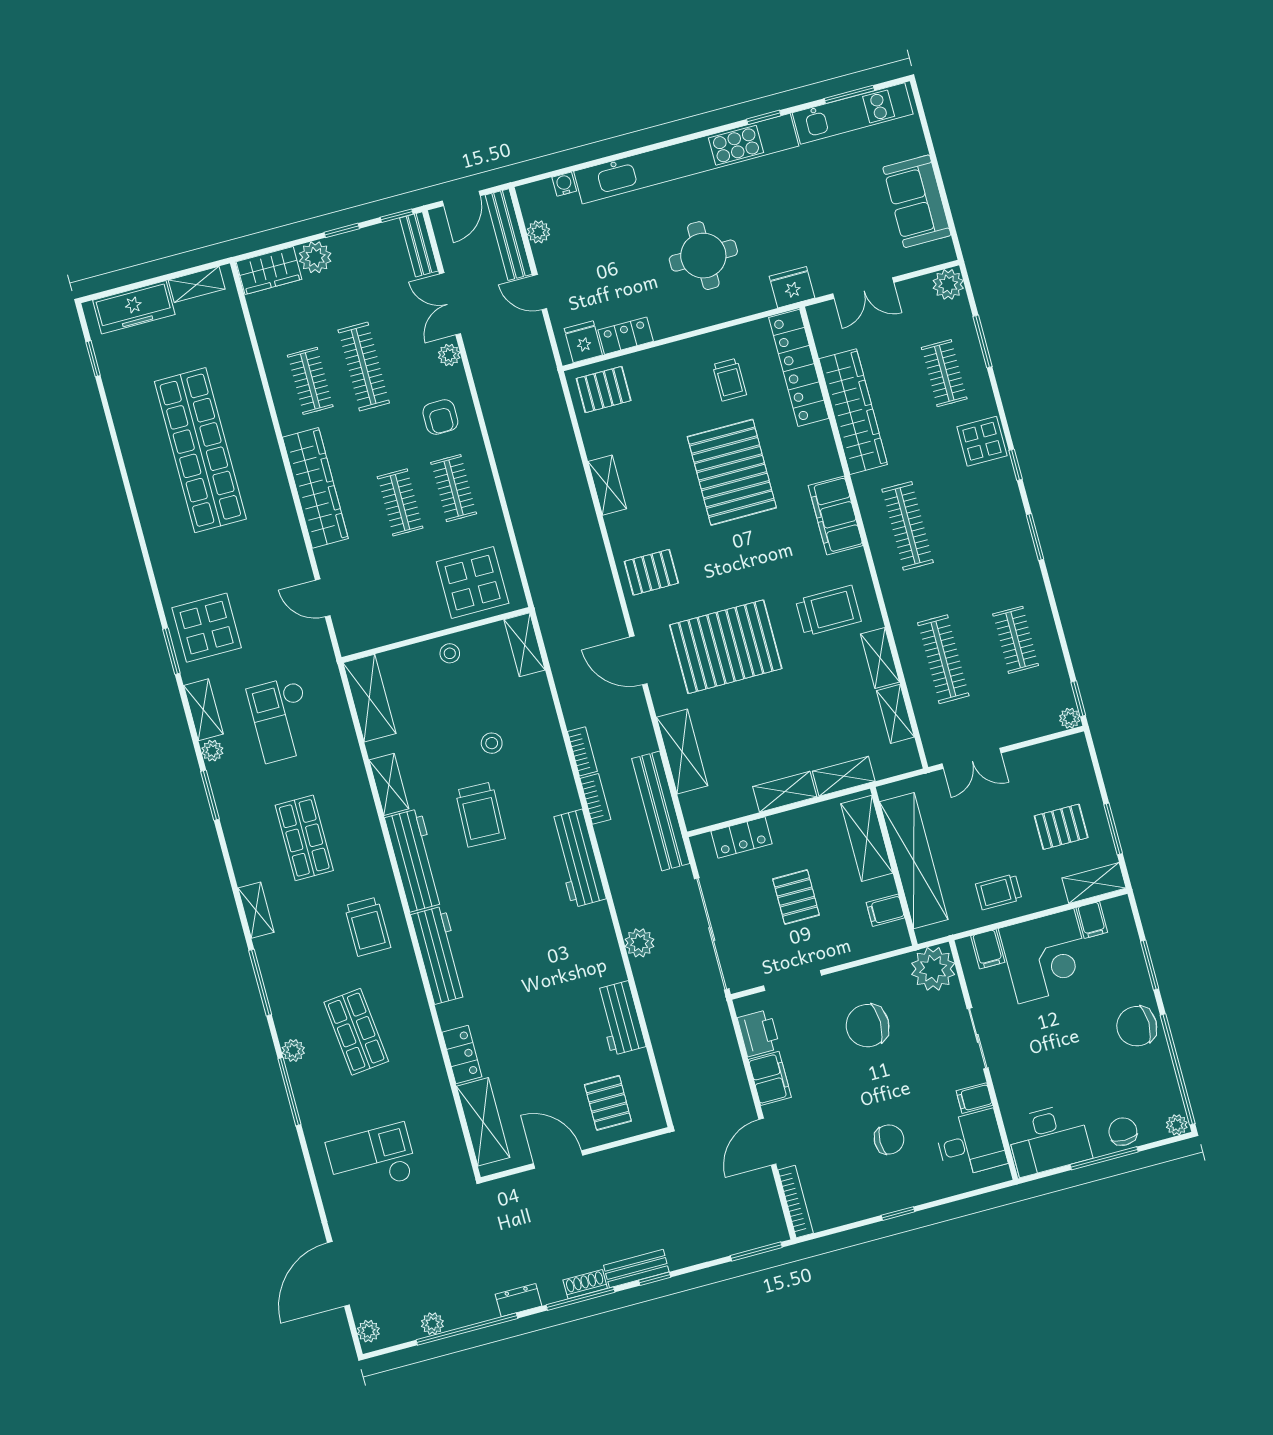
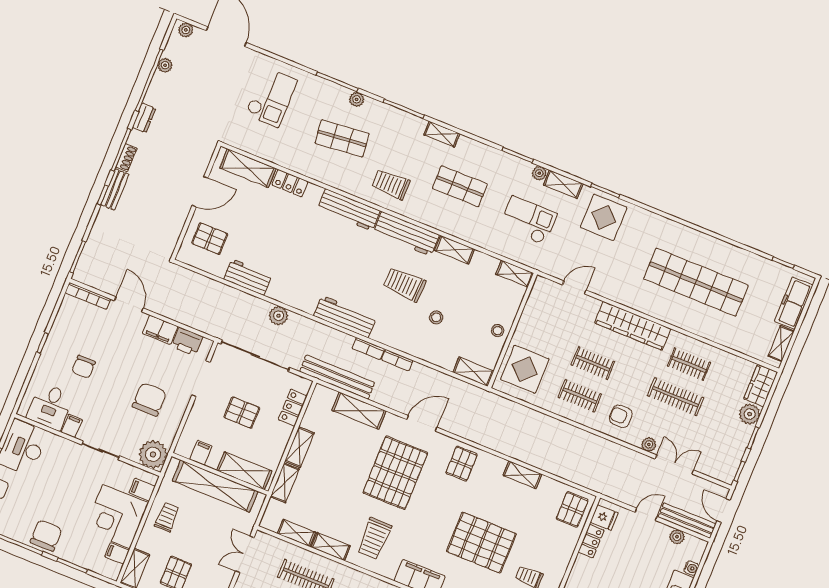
bench: (419, 244) -> (716, 472), removed
shelving: (369, 698) -> (515, 274), width x0.67, depth x0.75

